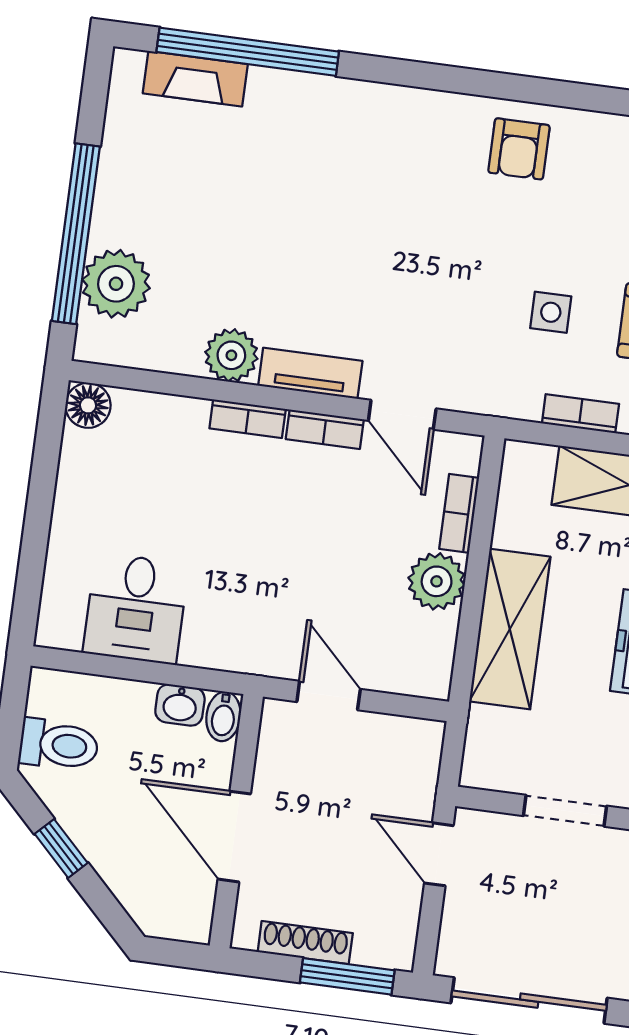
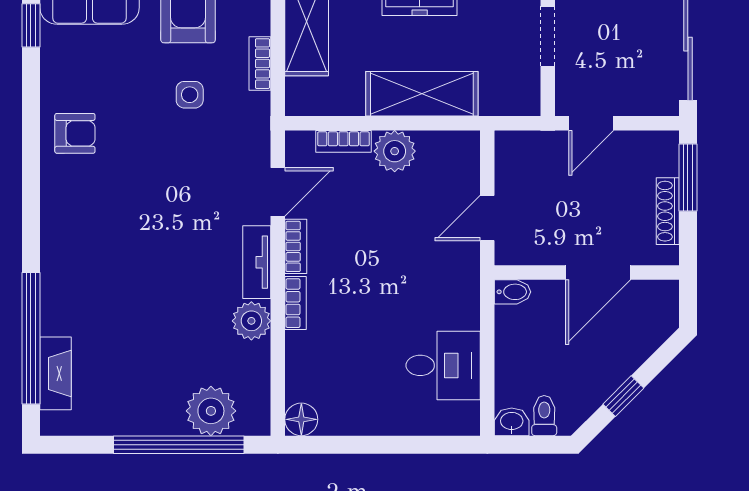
washbasin: (180, 705) -> (512, 422), moved, turned -90
toilet: (59, 745) -> (544, 416), width x0.73, depth x0.72

